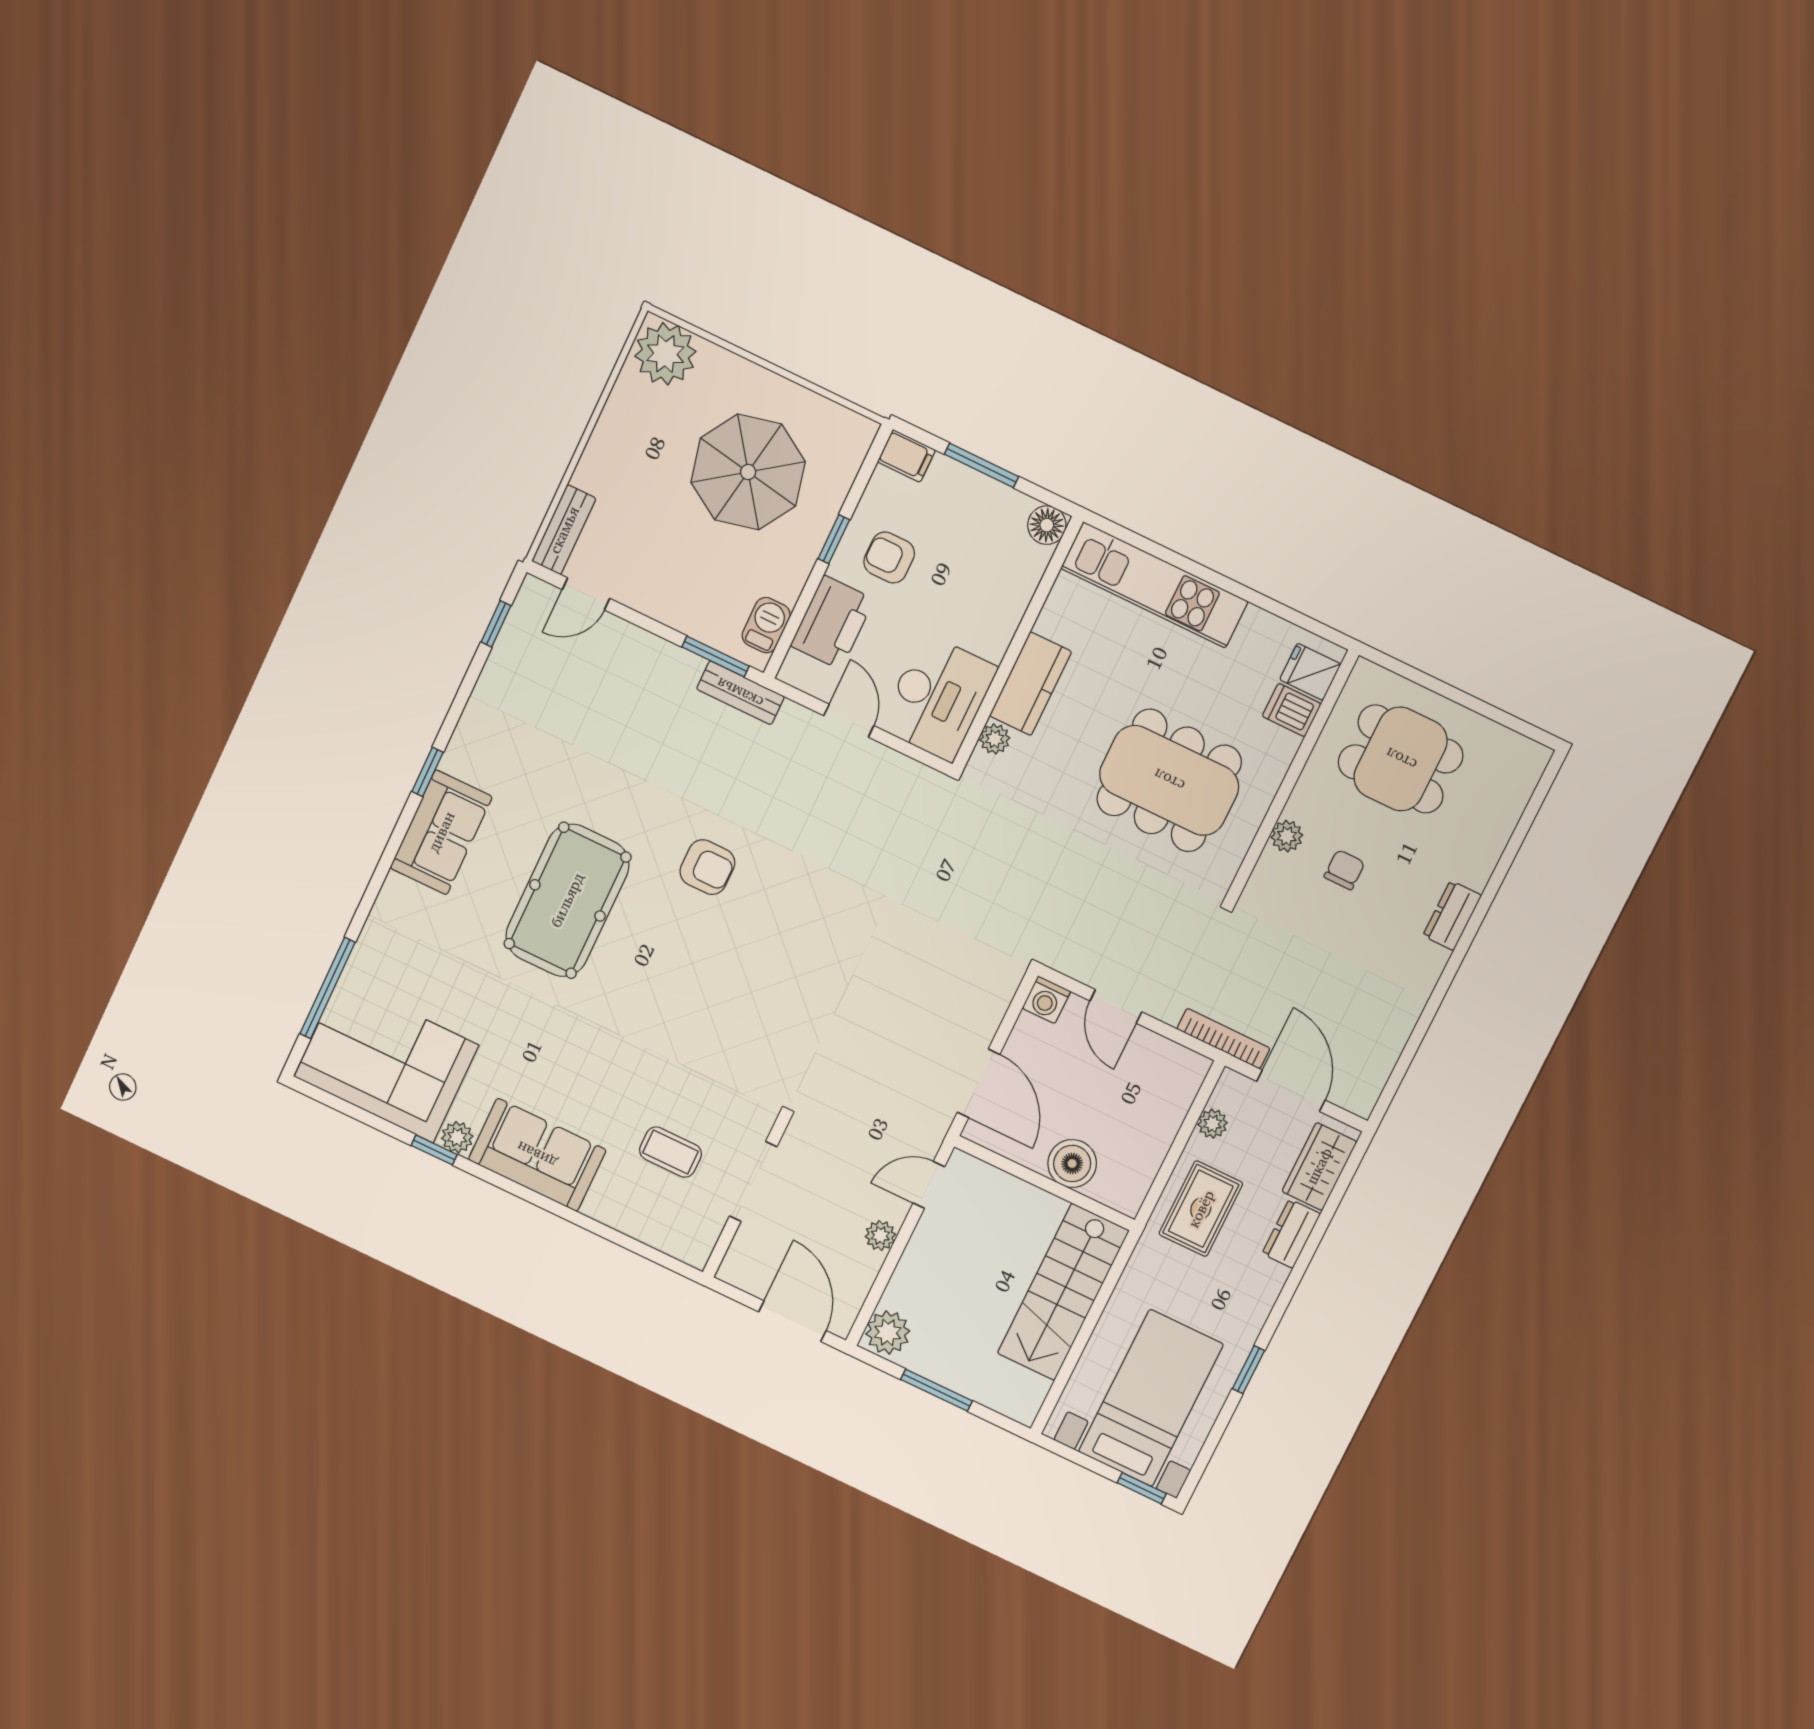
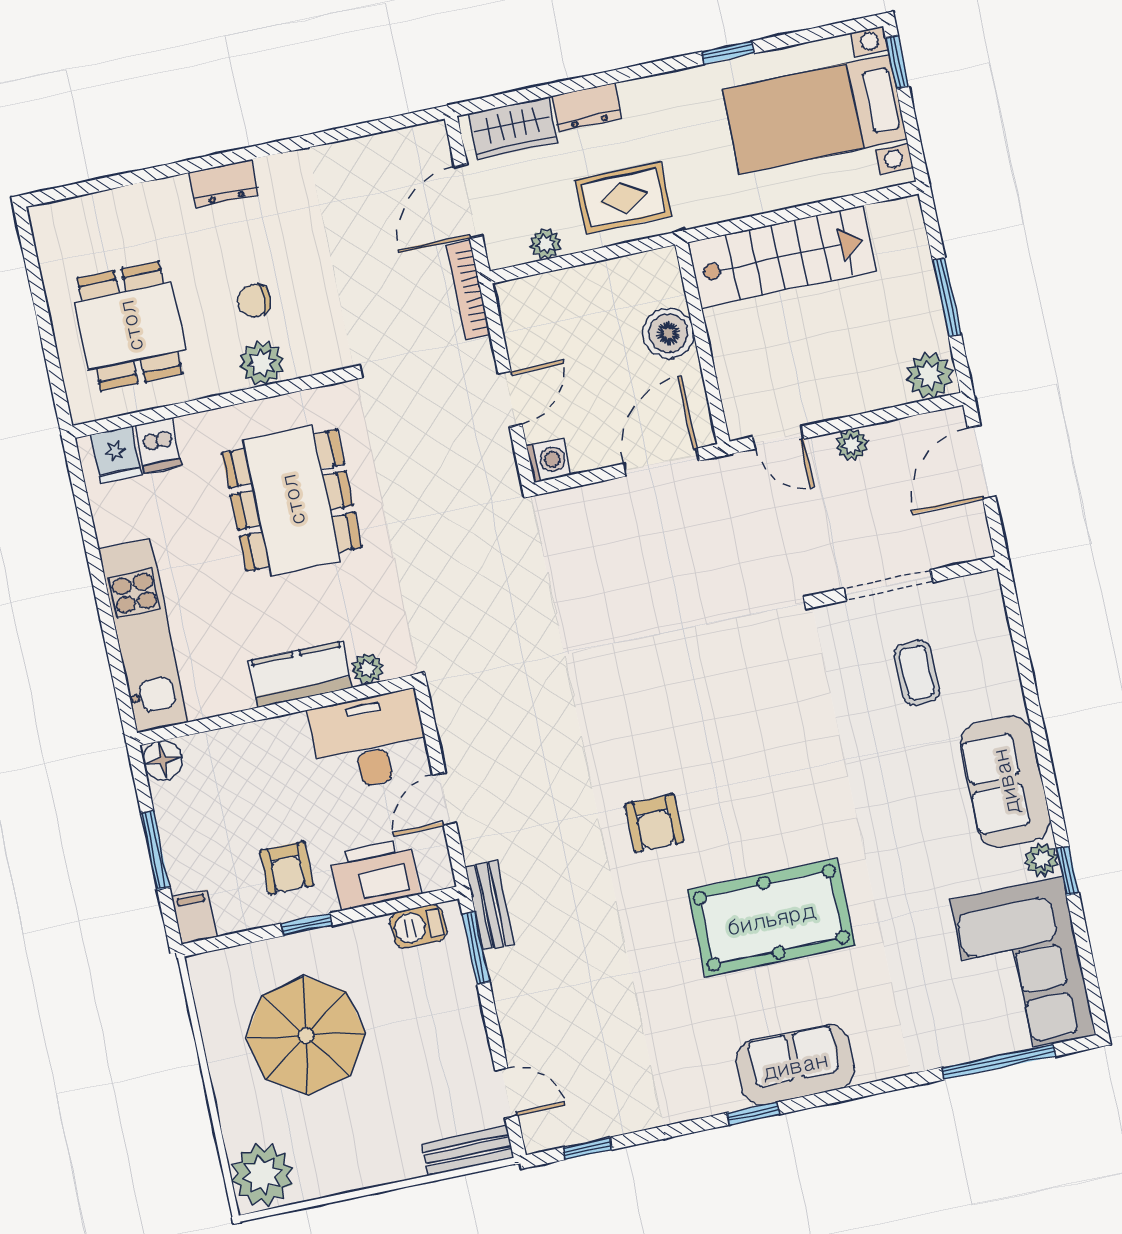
plant: (1287, 836) -> (262, 363), width x1.38, depth x1.38
armchair: (707, 867) -> (654, 823), turned 180

